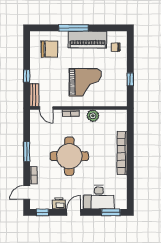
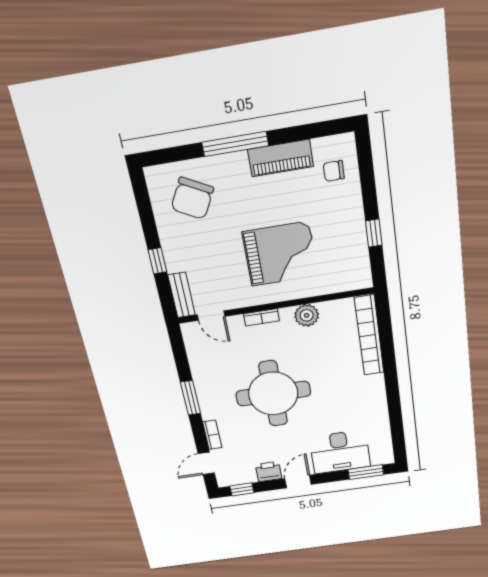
piano: (87, 40) -> (281, 158), width x0.73, depth x0.75
chair: (49, 49) -> (192, 198), turned 118
bookcase: (122, 153) -> (369, 336), moved

